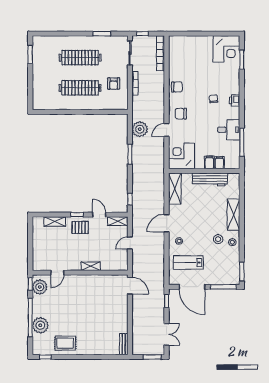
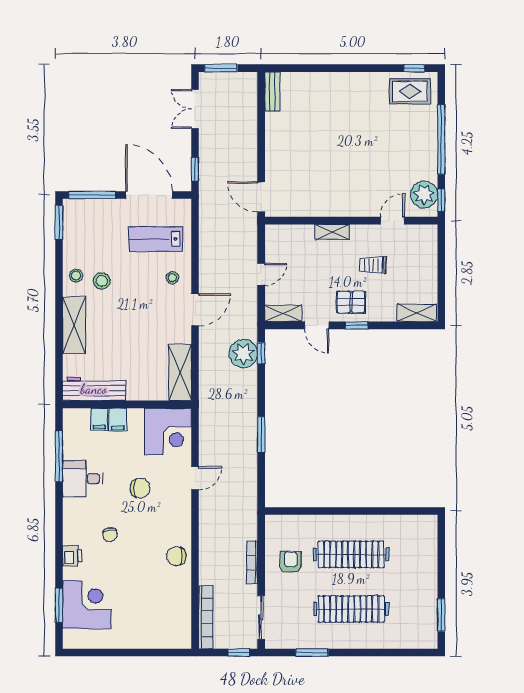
corner desk: (226, 49) -> (87, 605), moved, turned 90
printer: (235, 100) -> (72, 556), moved
chair: (181, 114) -> (140, 488), moved
plant: (140, 129) -> (243, 354), moved
workbench: (210, 179) -> (94, 389), moved
shelving: (55, 222) -> (417, 313), moved
trolley: (68, 248) -> (373, 265), added
lab bench: (188, 262) -> (156, 239), turned 180
plant: (40, 325) -> (423, 125), removed
rug: (65, 343) -> (410, 91), moved

